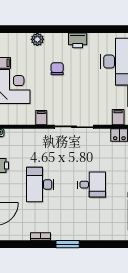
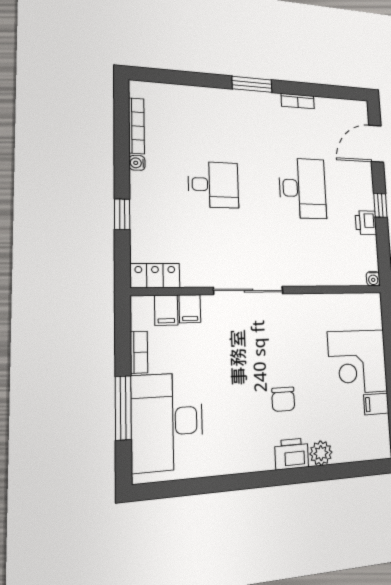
printer: (78, 40) -> (292, 454), moved
filing cabinet: (41, 118) -> (190, 309), moved
desk: (92, 185) -> (213, 185), turned 180

